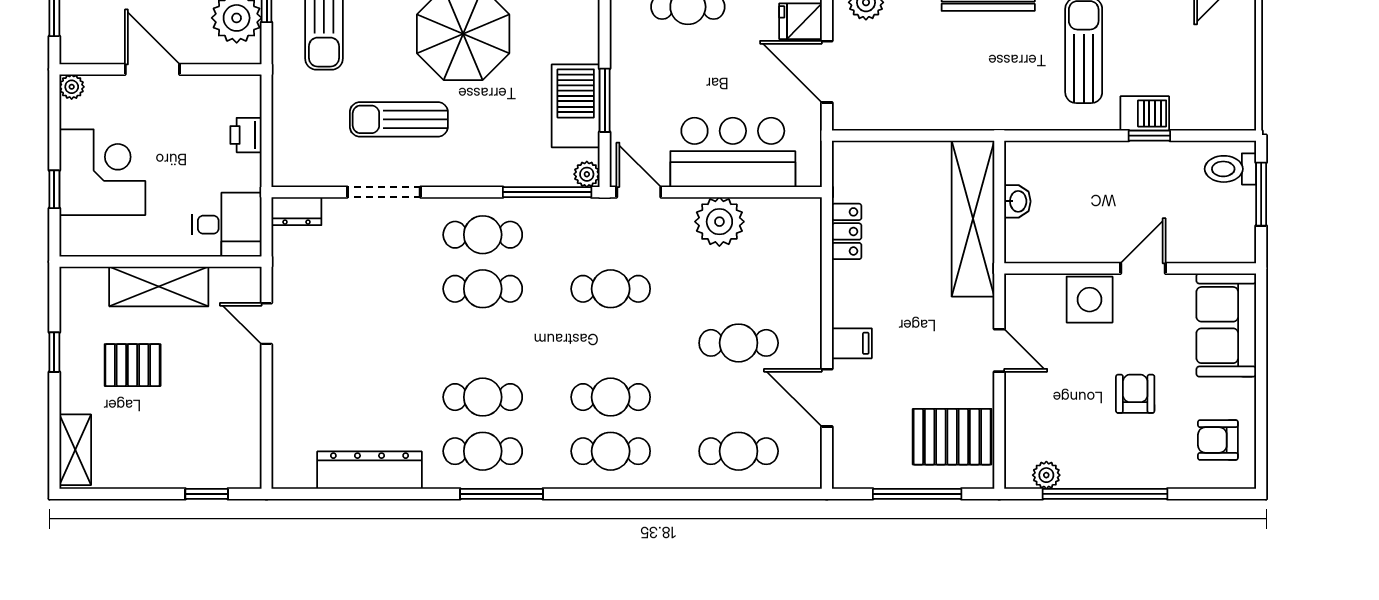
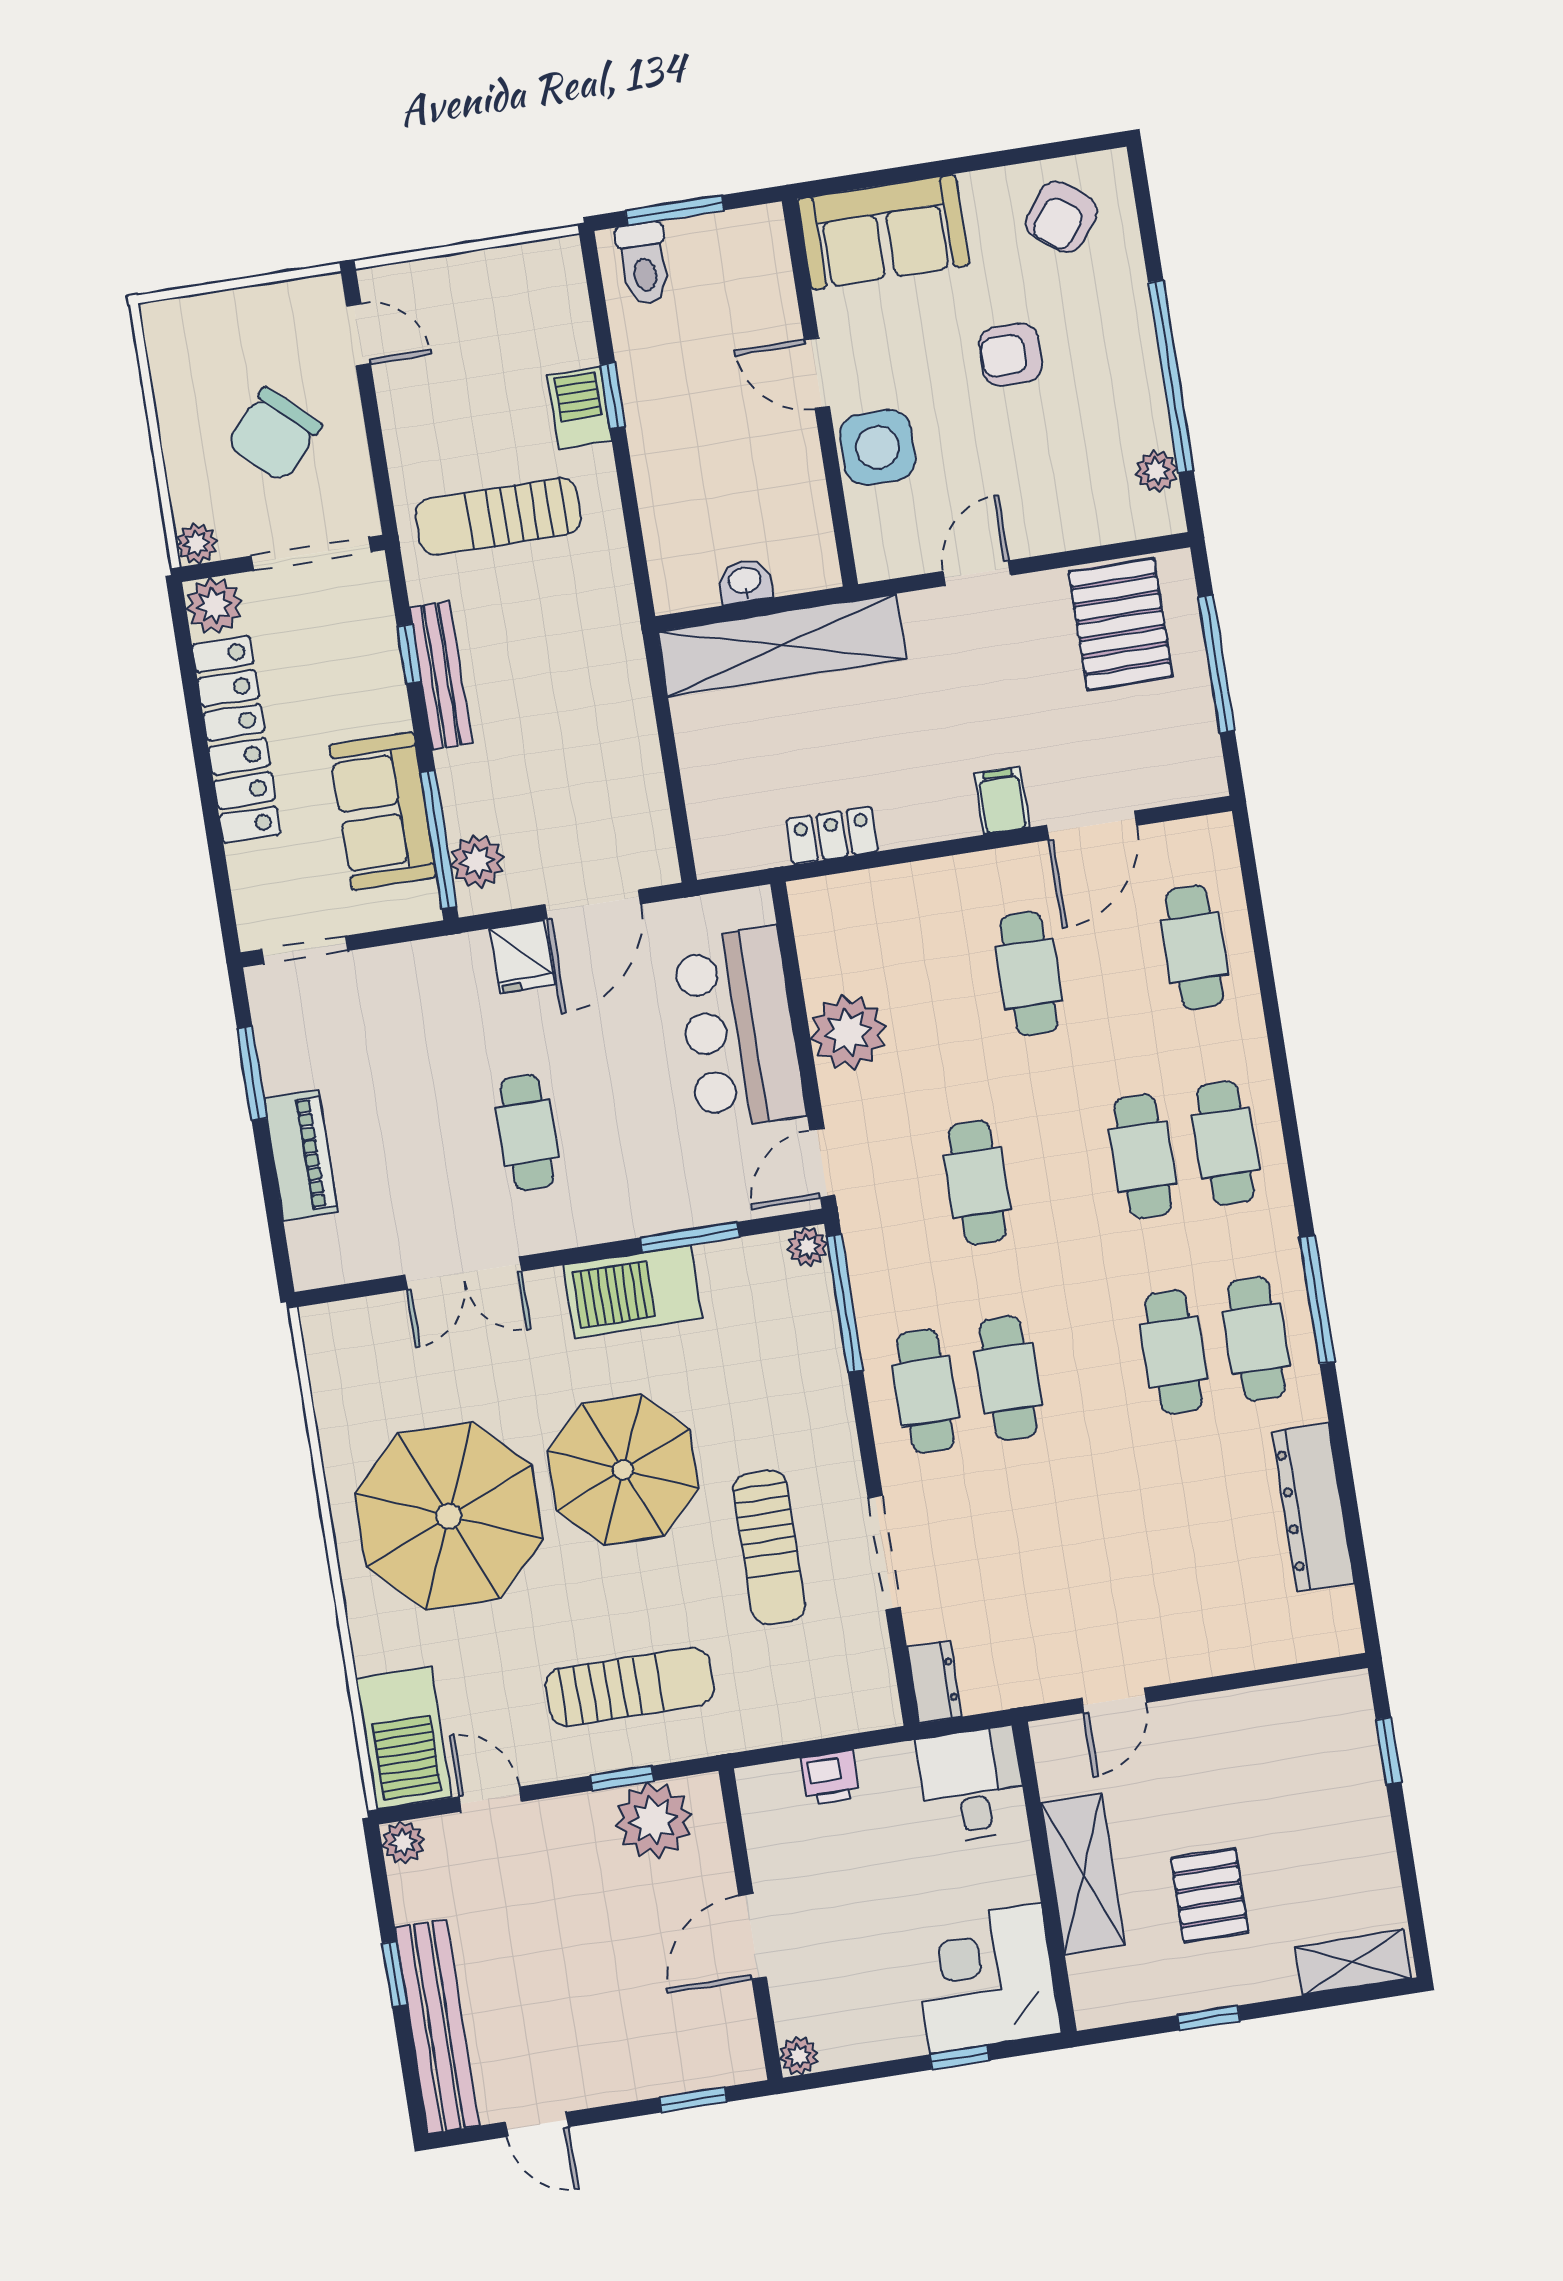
barbecue: (576, 106) -> (633, 1292), moved
corner desk: (102, 172) -> (985, 1978), moved
armchair: (1218, 440) -> (1061, 217), turned 37

